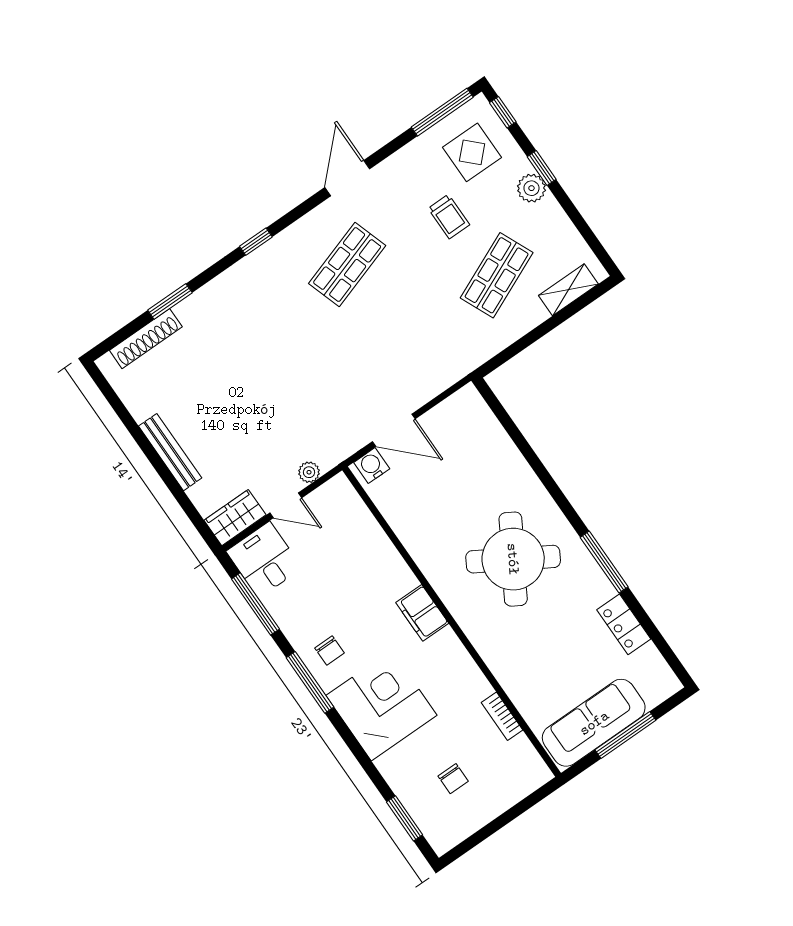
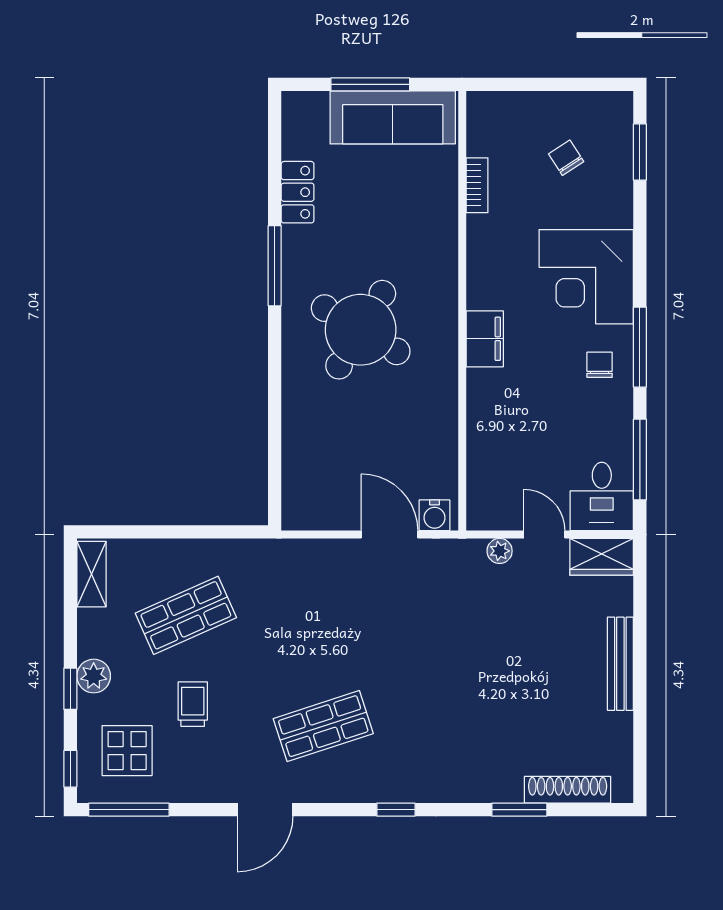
shelving: (568, 290) -> (92, 574), moved, turned 90
chair: (453, 779) -> (566, 158), turned -33

